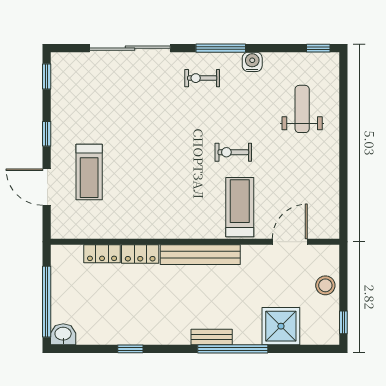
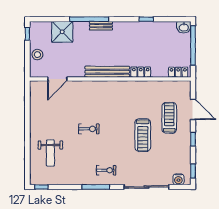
water cooler: (252, 62) -> (178, 179), moved
treadmill: (240, 207) -> (143, 135), moved
locker: (102, 254) -> (178, 72), moved

